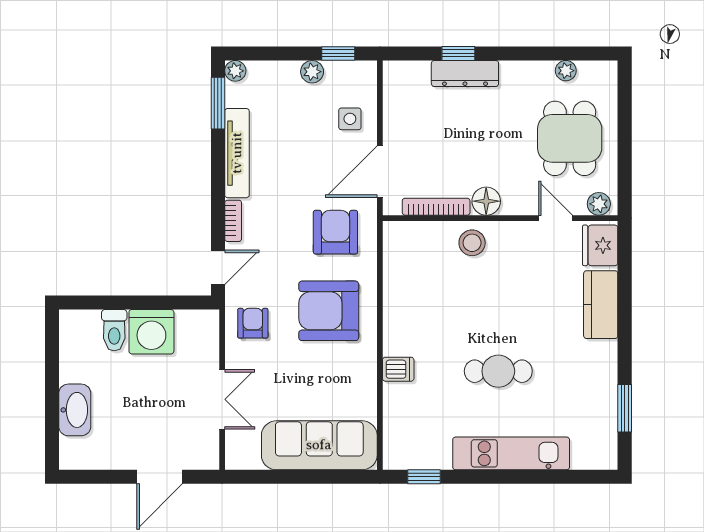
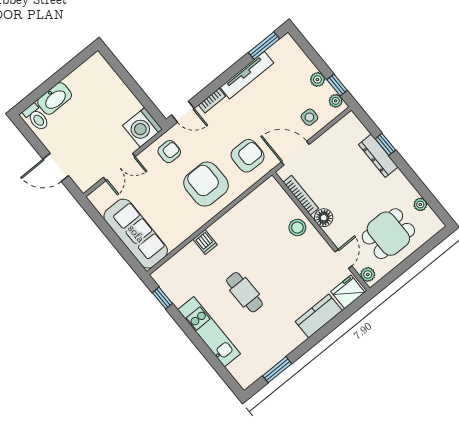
plant: (235, 71) -> (336, 101), moved
toilet: (114, 330) -> (36, 117), moved, turned -90
washing machine: (151, 332) -> (143, 127), moved

